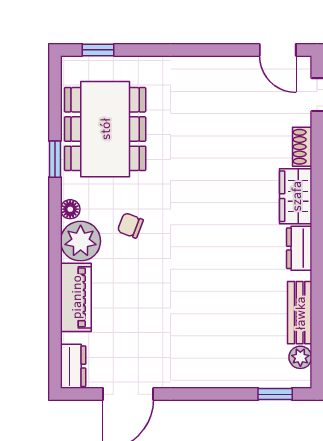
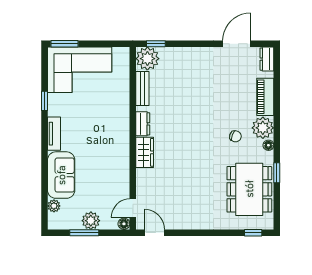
shoe rack: (302, 147) -> (141, 180), removed
plant: (300, 357) -> (147, 59), width x1.88, depth x1.88

